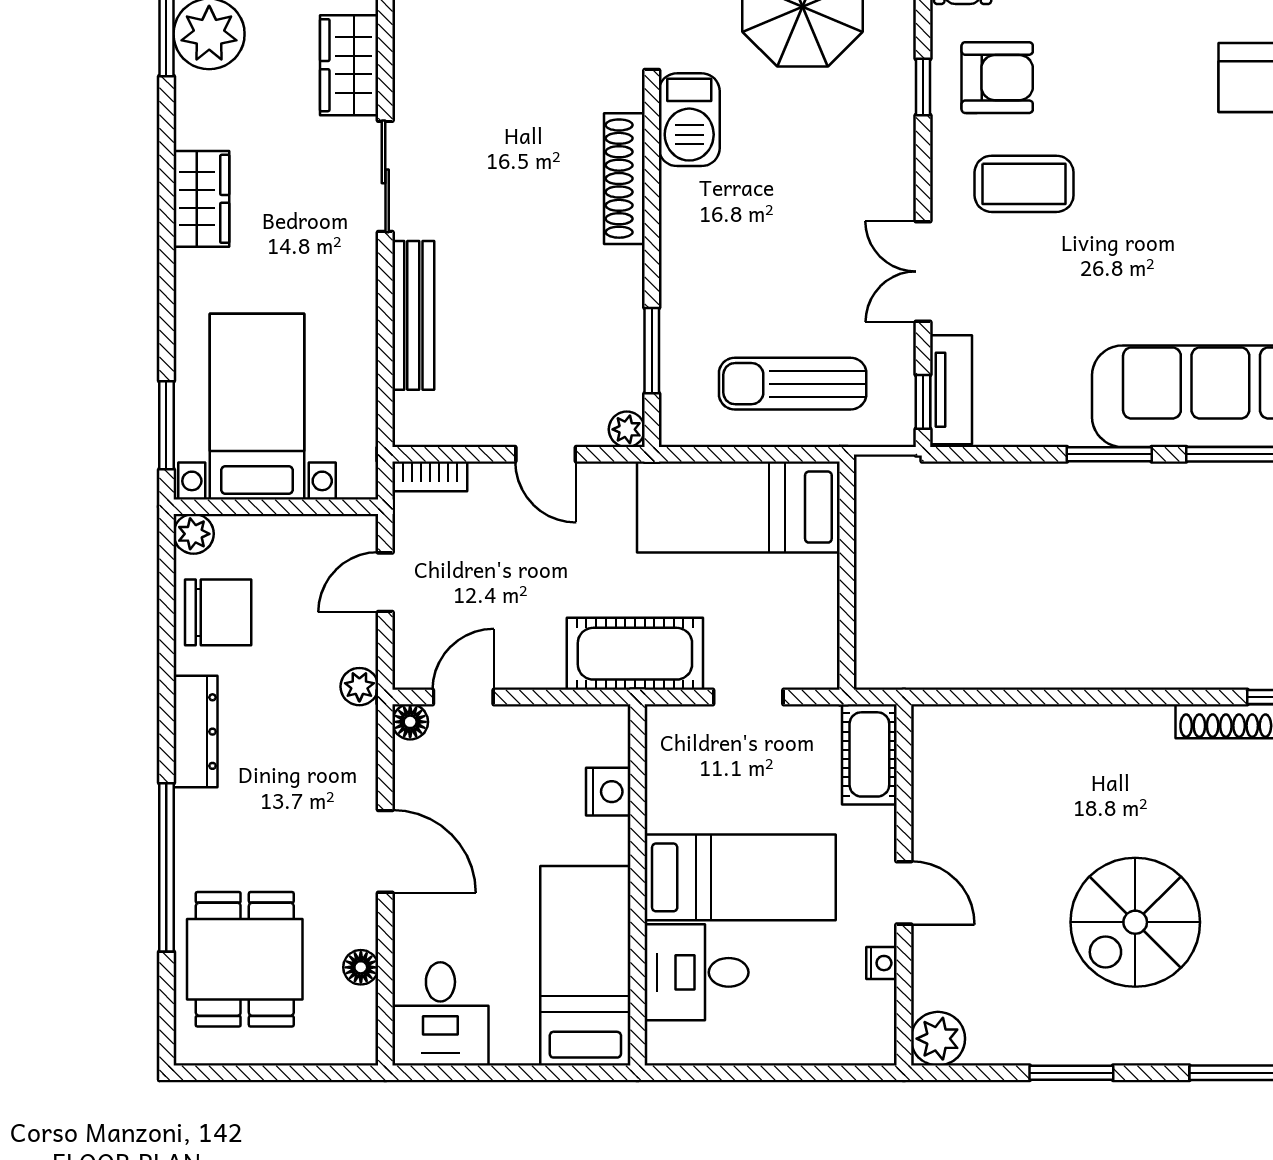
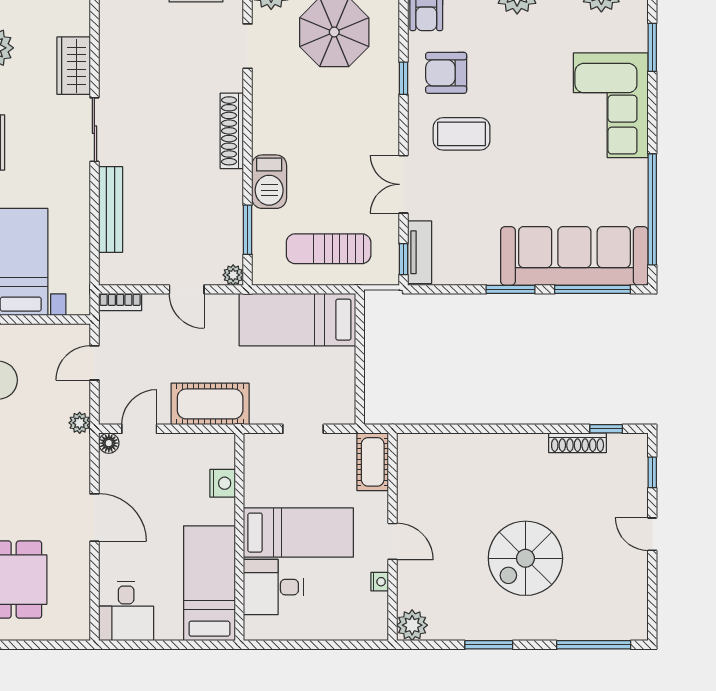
armchair: (997, 78) -> (446, 73), turned 180
barbecue: (689, 120) -> (269, 182), moved
cot: (635, 654) -> (210, 404), moved
floor lamp: (361, 967) -> (80, 584), removed

